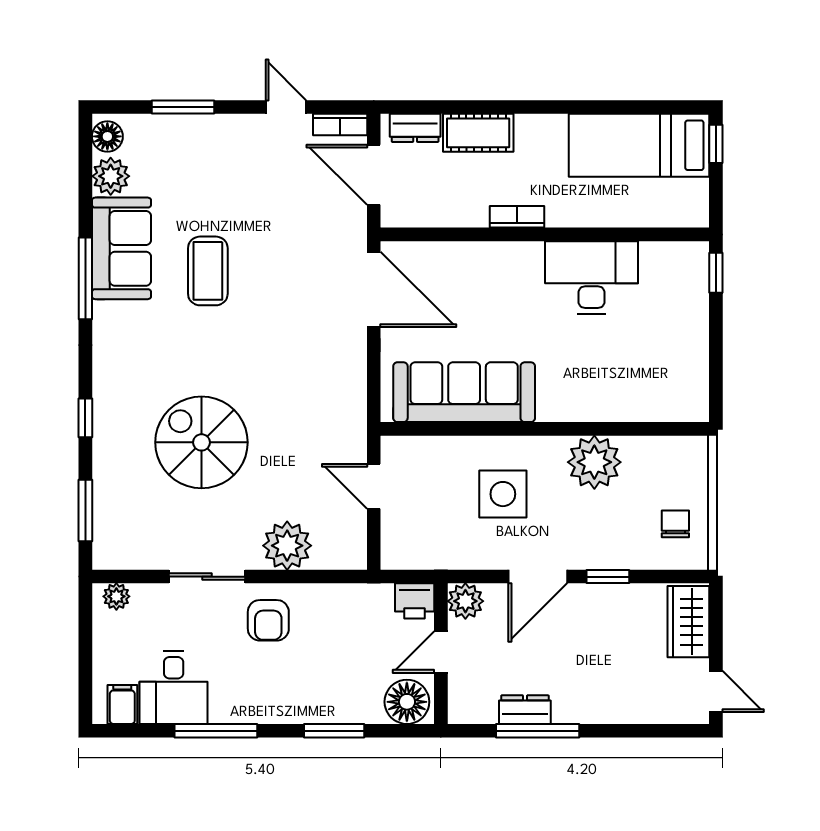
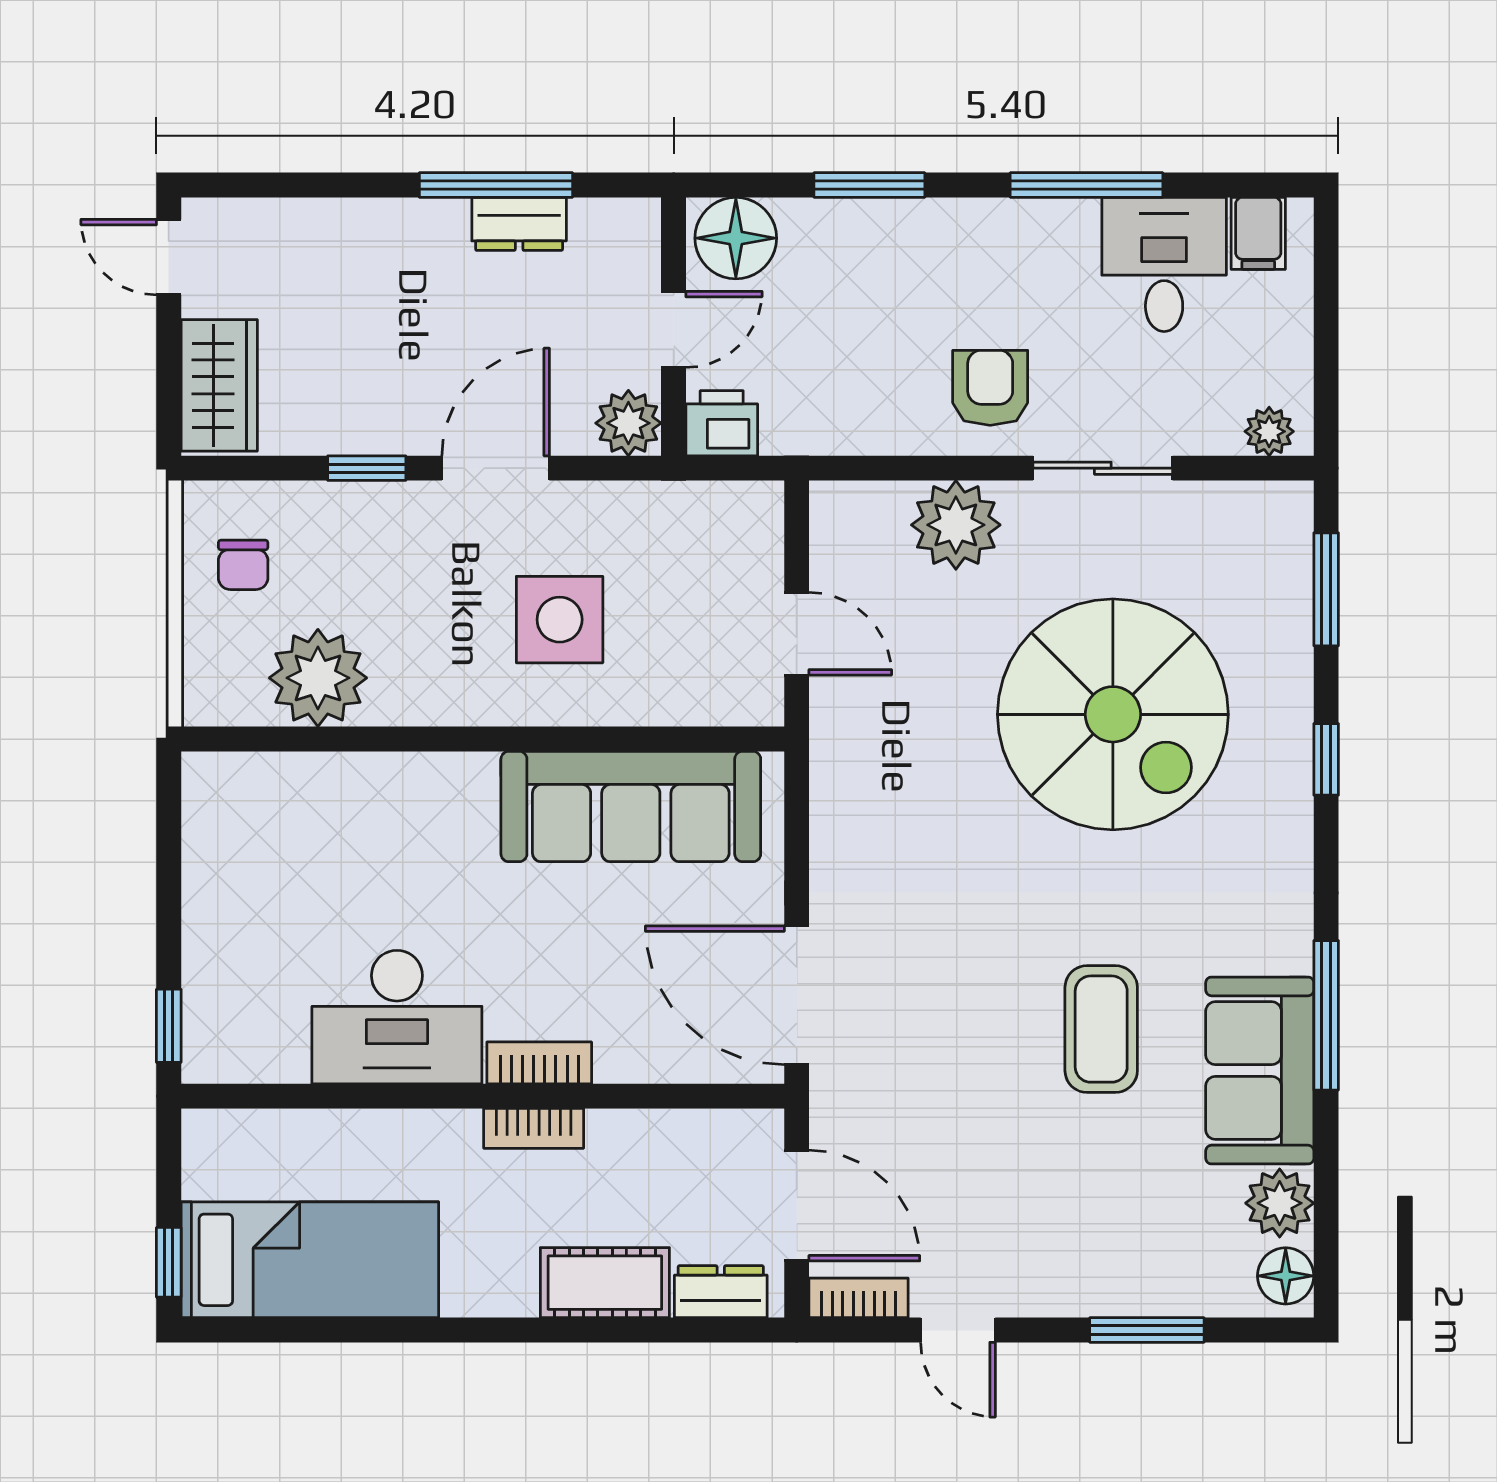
bookcase: (514, 253) -> (539, 1063), added
spiral stairs: (201, 442) -> (1113, 714), width x1.37, depth x1.37
plant: (594, 462) -> (318, 678), moved

